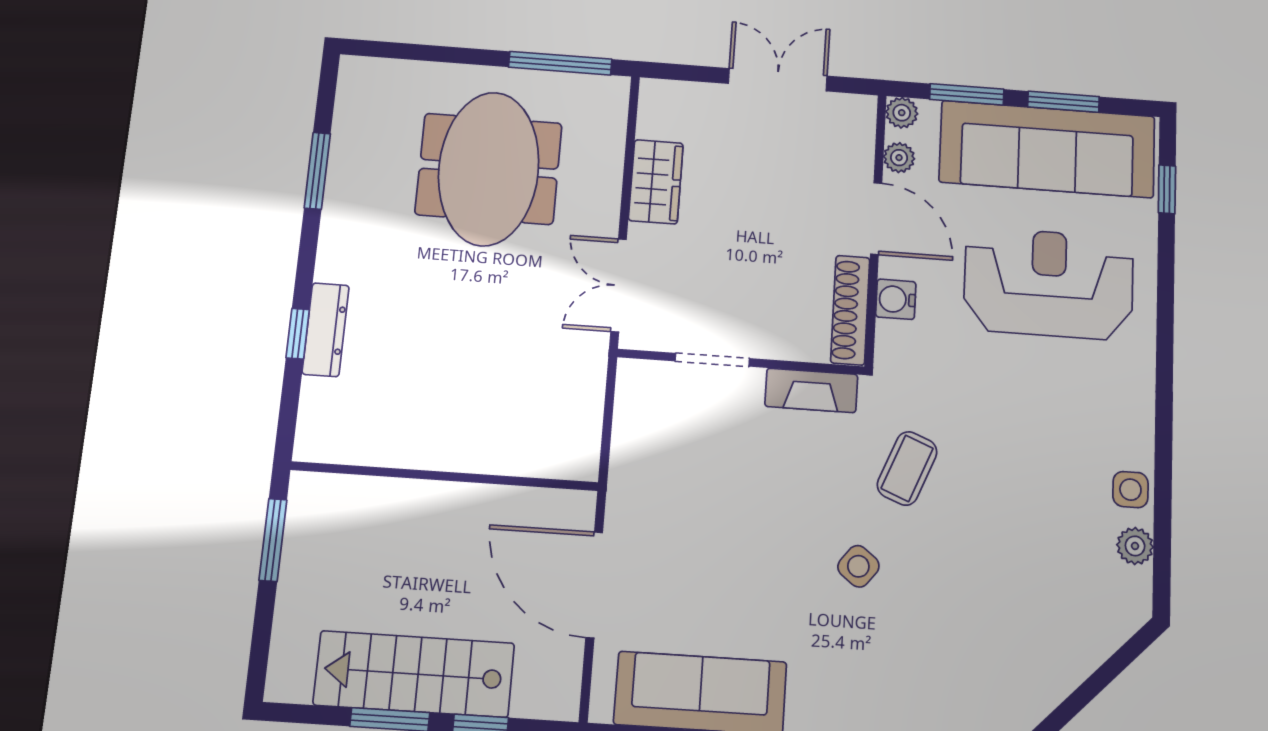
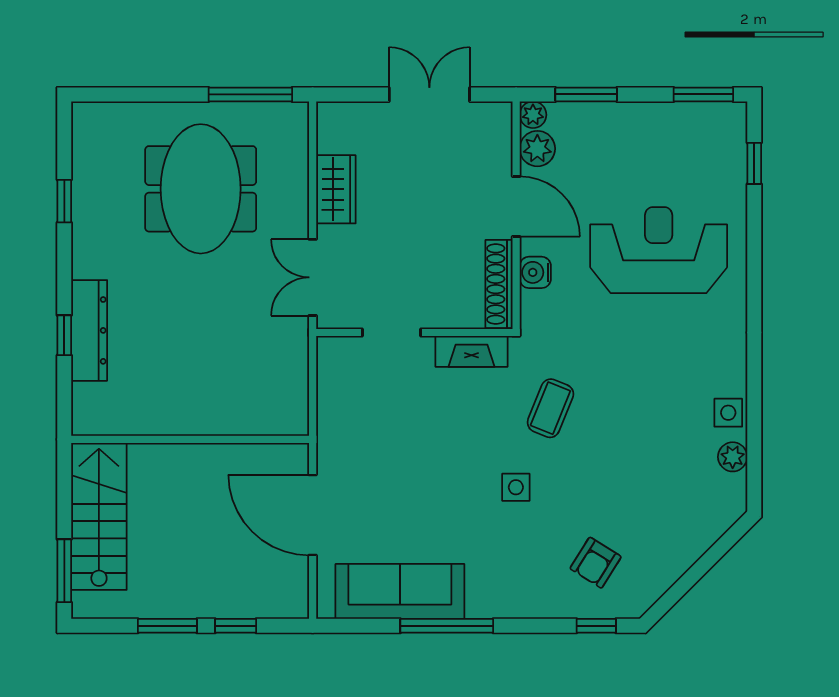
window: (1063, 102) -> (703, 94), moved
sofa: (1047, 149) -> (654, 137), removed
plant: (899, 158) -> (537, 149), width x1.38, depth x1.38
window: (317, 171) -> (64, 201), width x0.67
dresser: (326, 330) -> (89, 330), width x1.37, depth x1.24
window: (273, 540) -> (64, 571), moved
side table: (858, 566) -> (516, 487), turned -38
armchair: (957, 672) -> (596, 563), added
stairs: (414, 674) -> (99, 516), moved, turned 90

